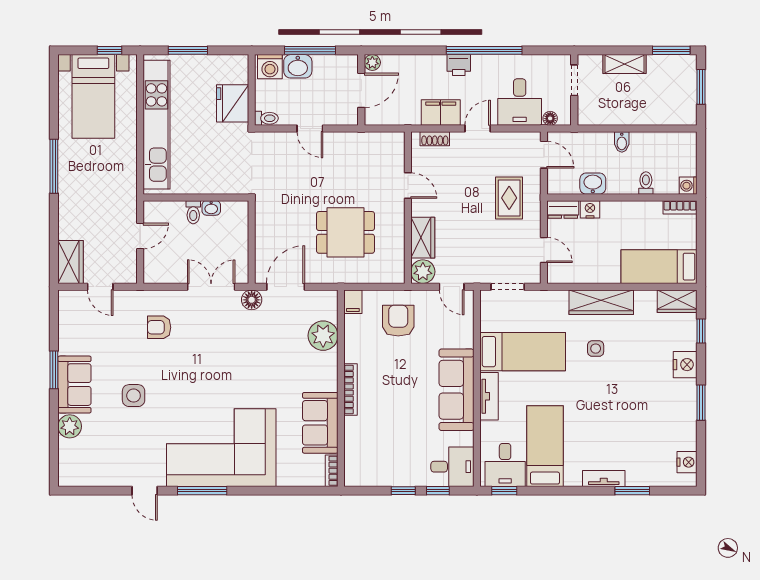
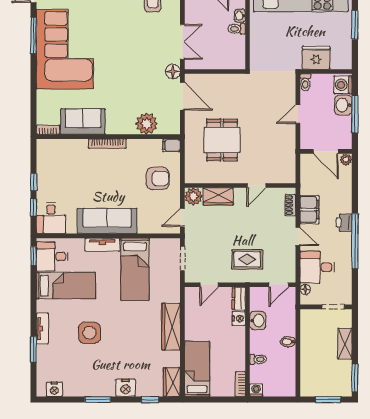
washbasin: (211, 208) -> (240, 16), moved
side table: (596, 349) -> (89, 333), moved, width x1.87, depth x1.87

